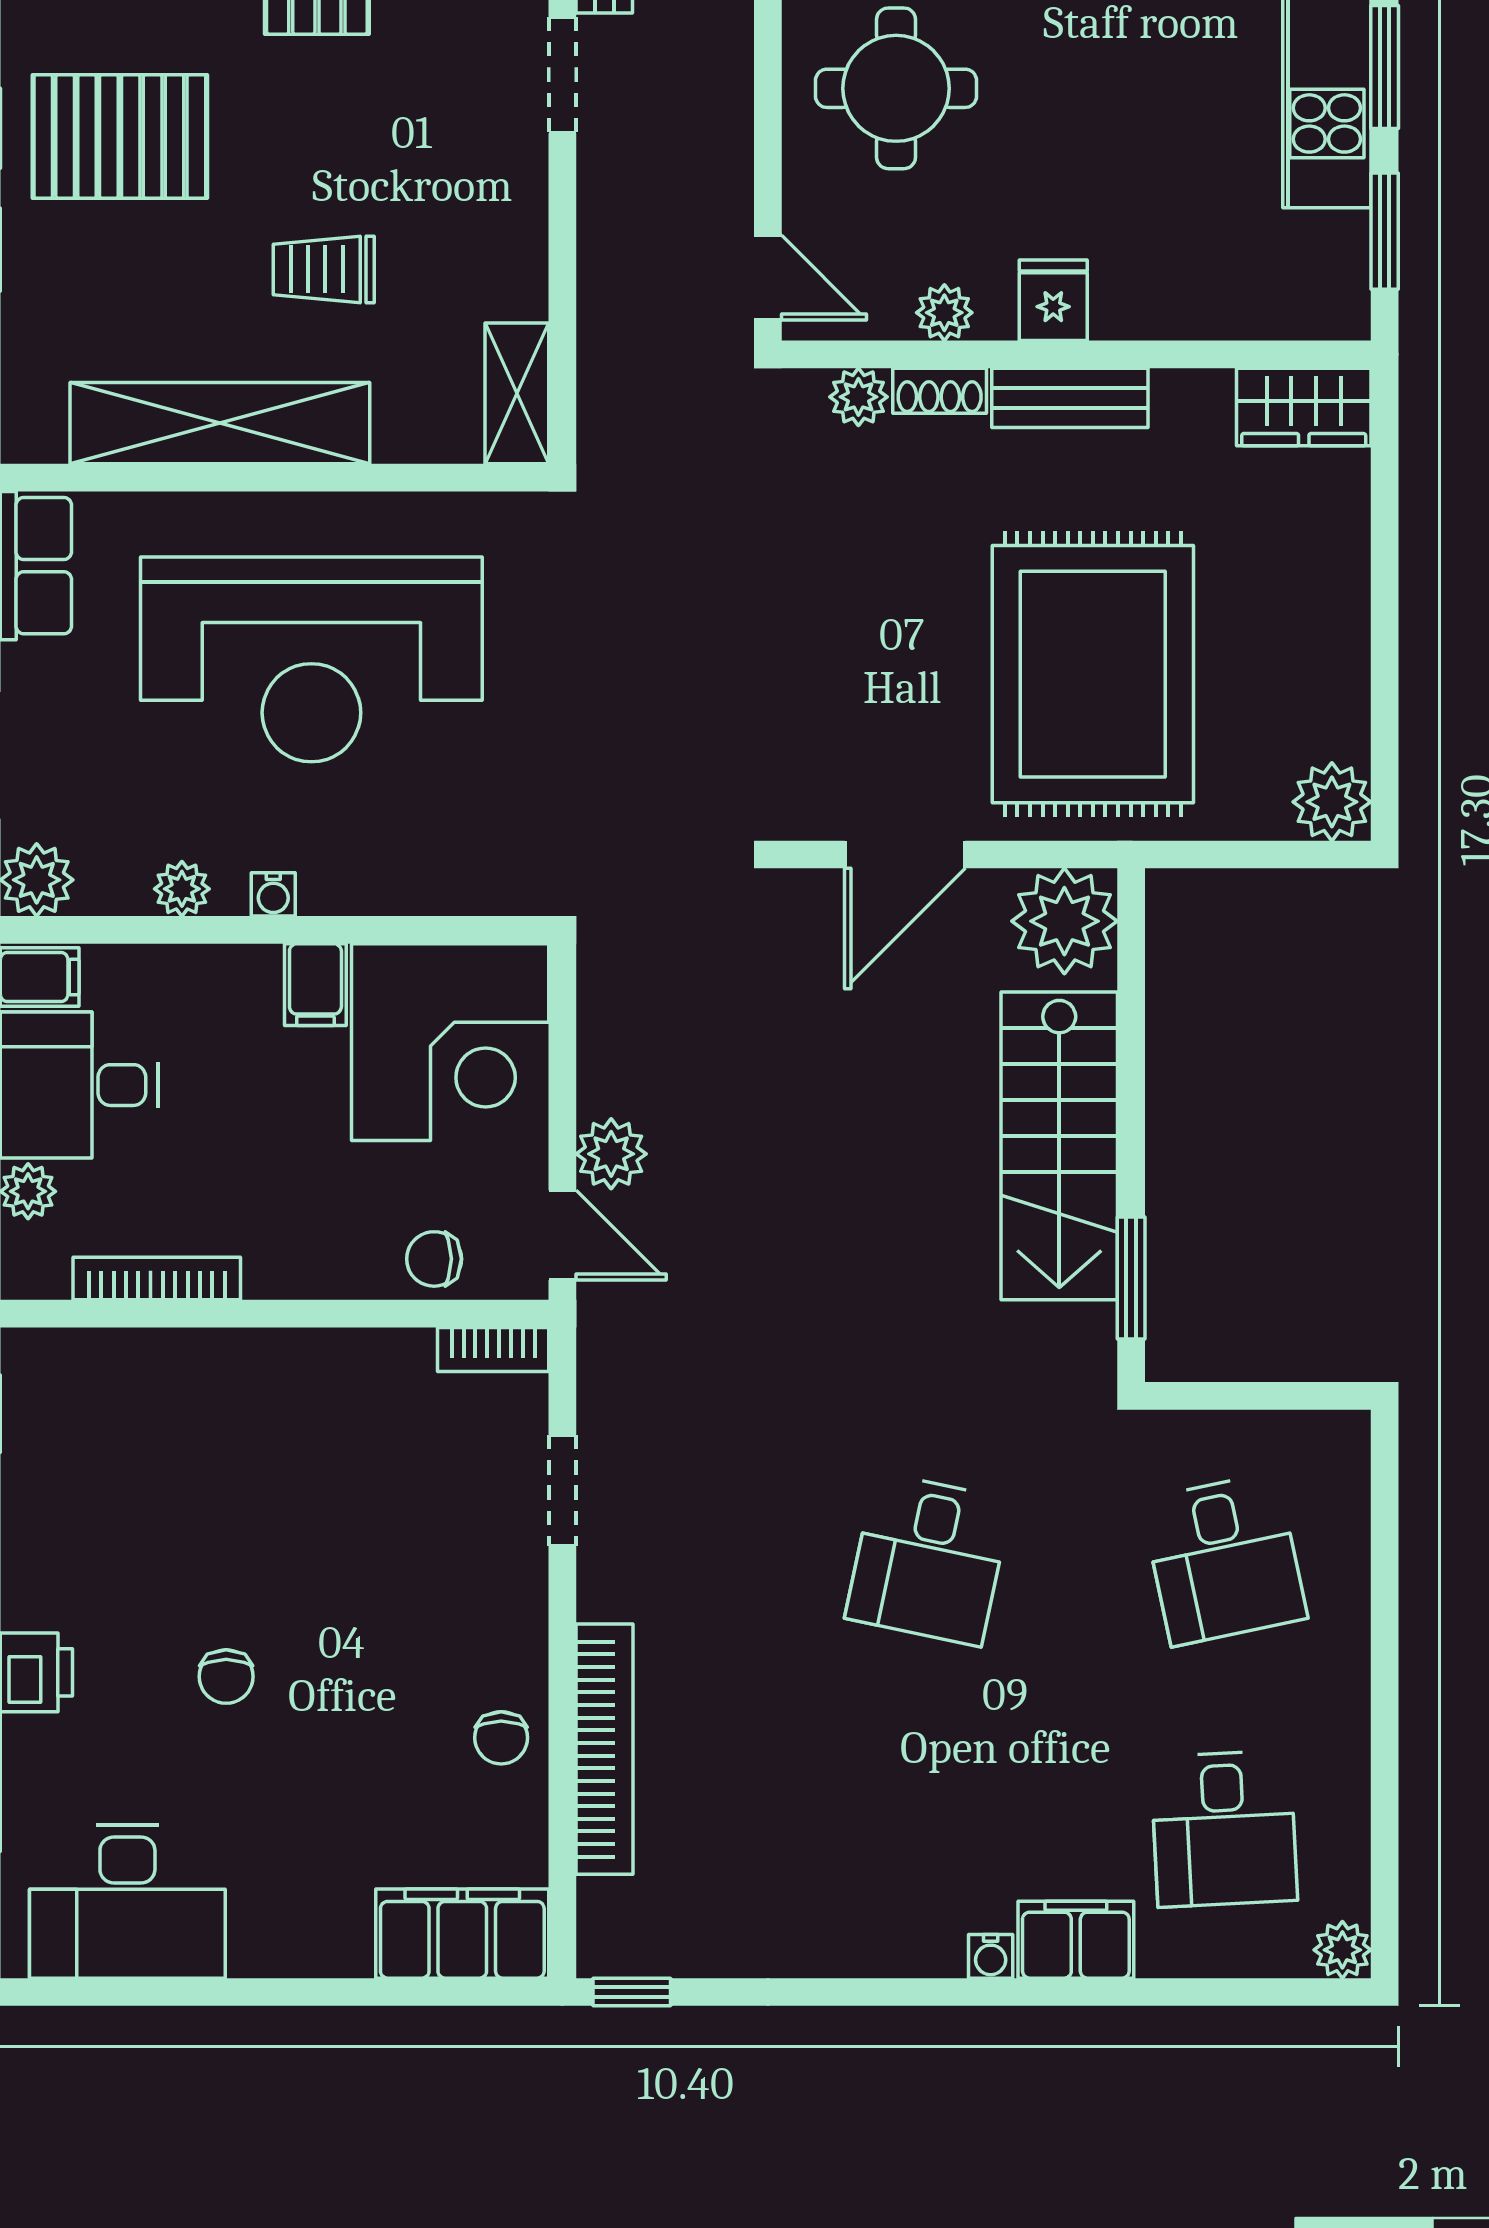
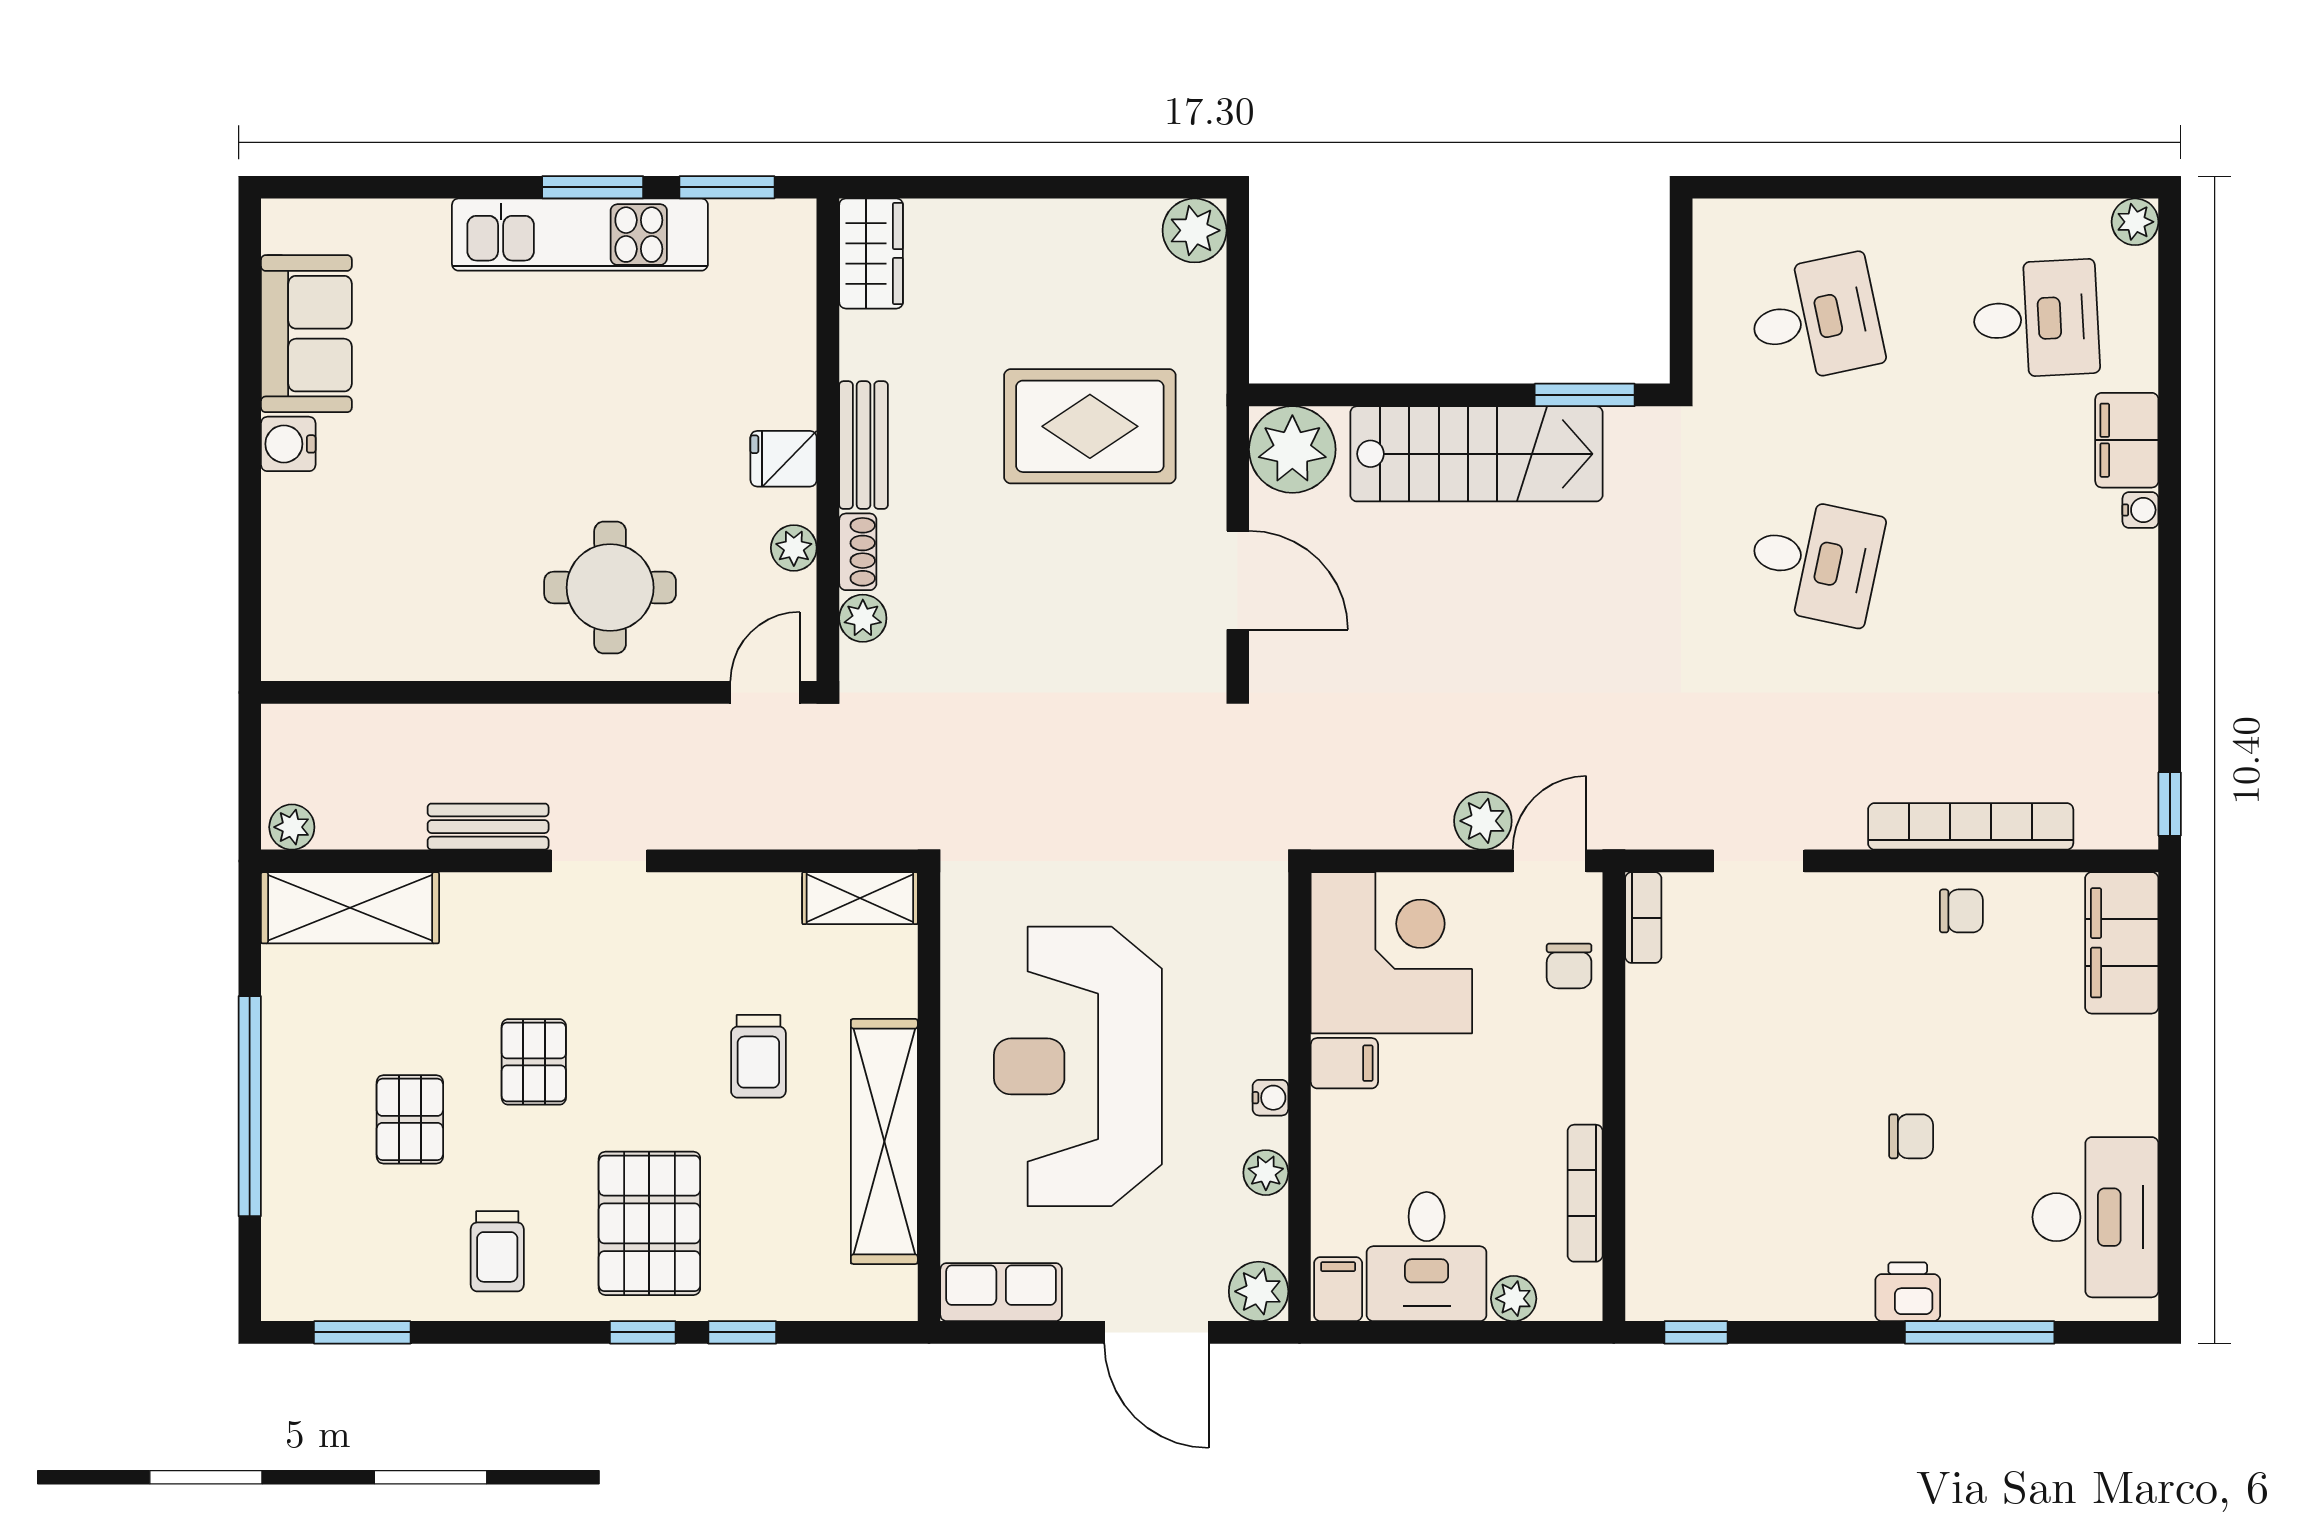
reception desk: (311, 659) -> (1078, 1066), turned 180
rug: (1093, 674) -> (1090, 426), width x0.73, depth x0.69

